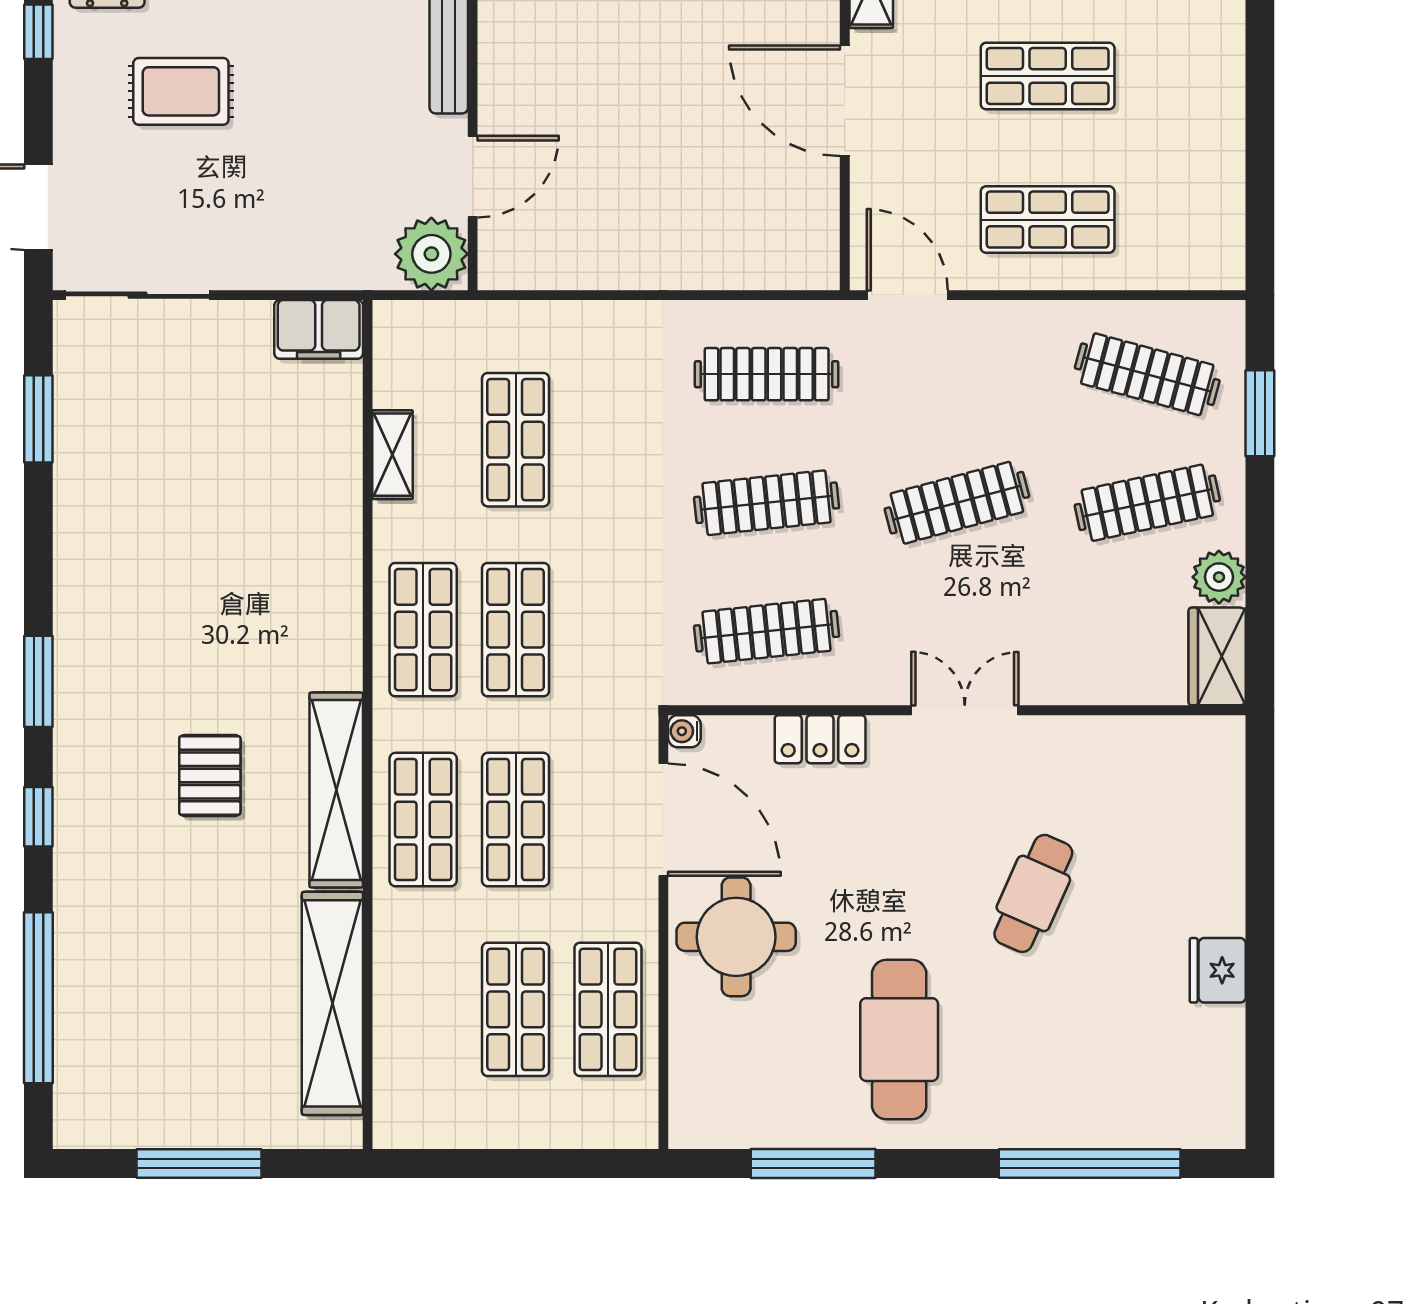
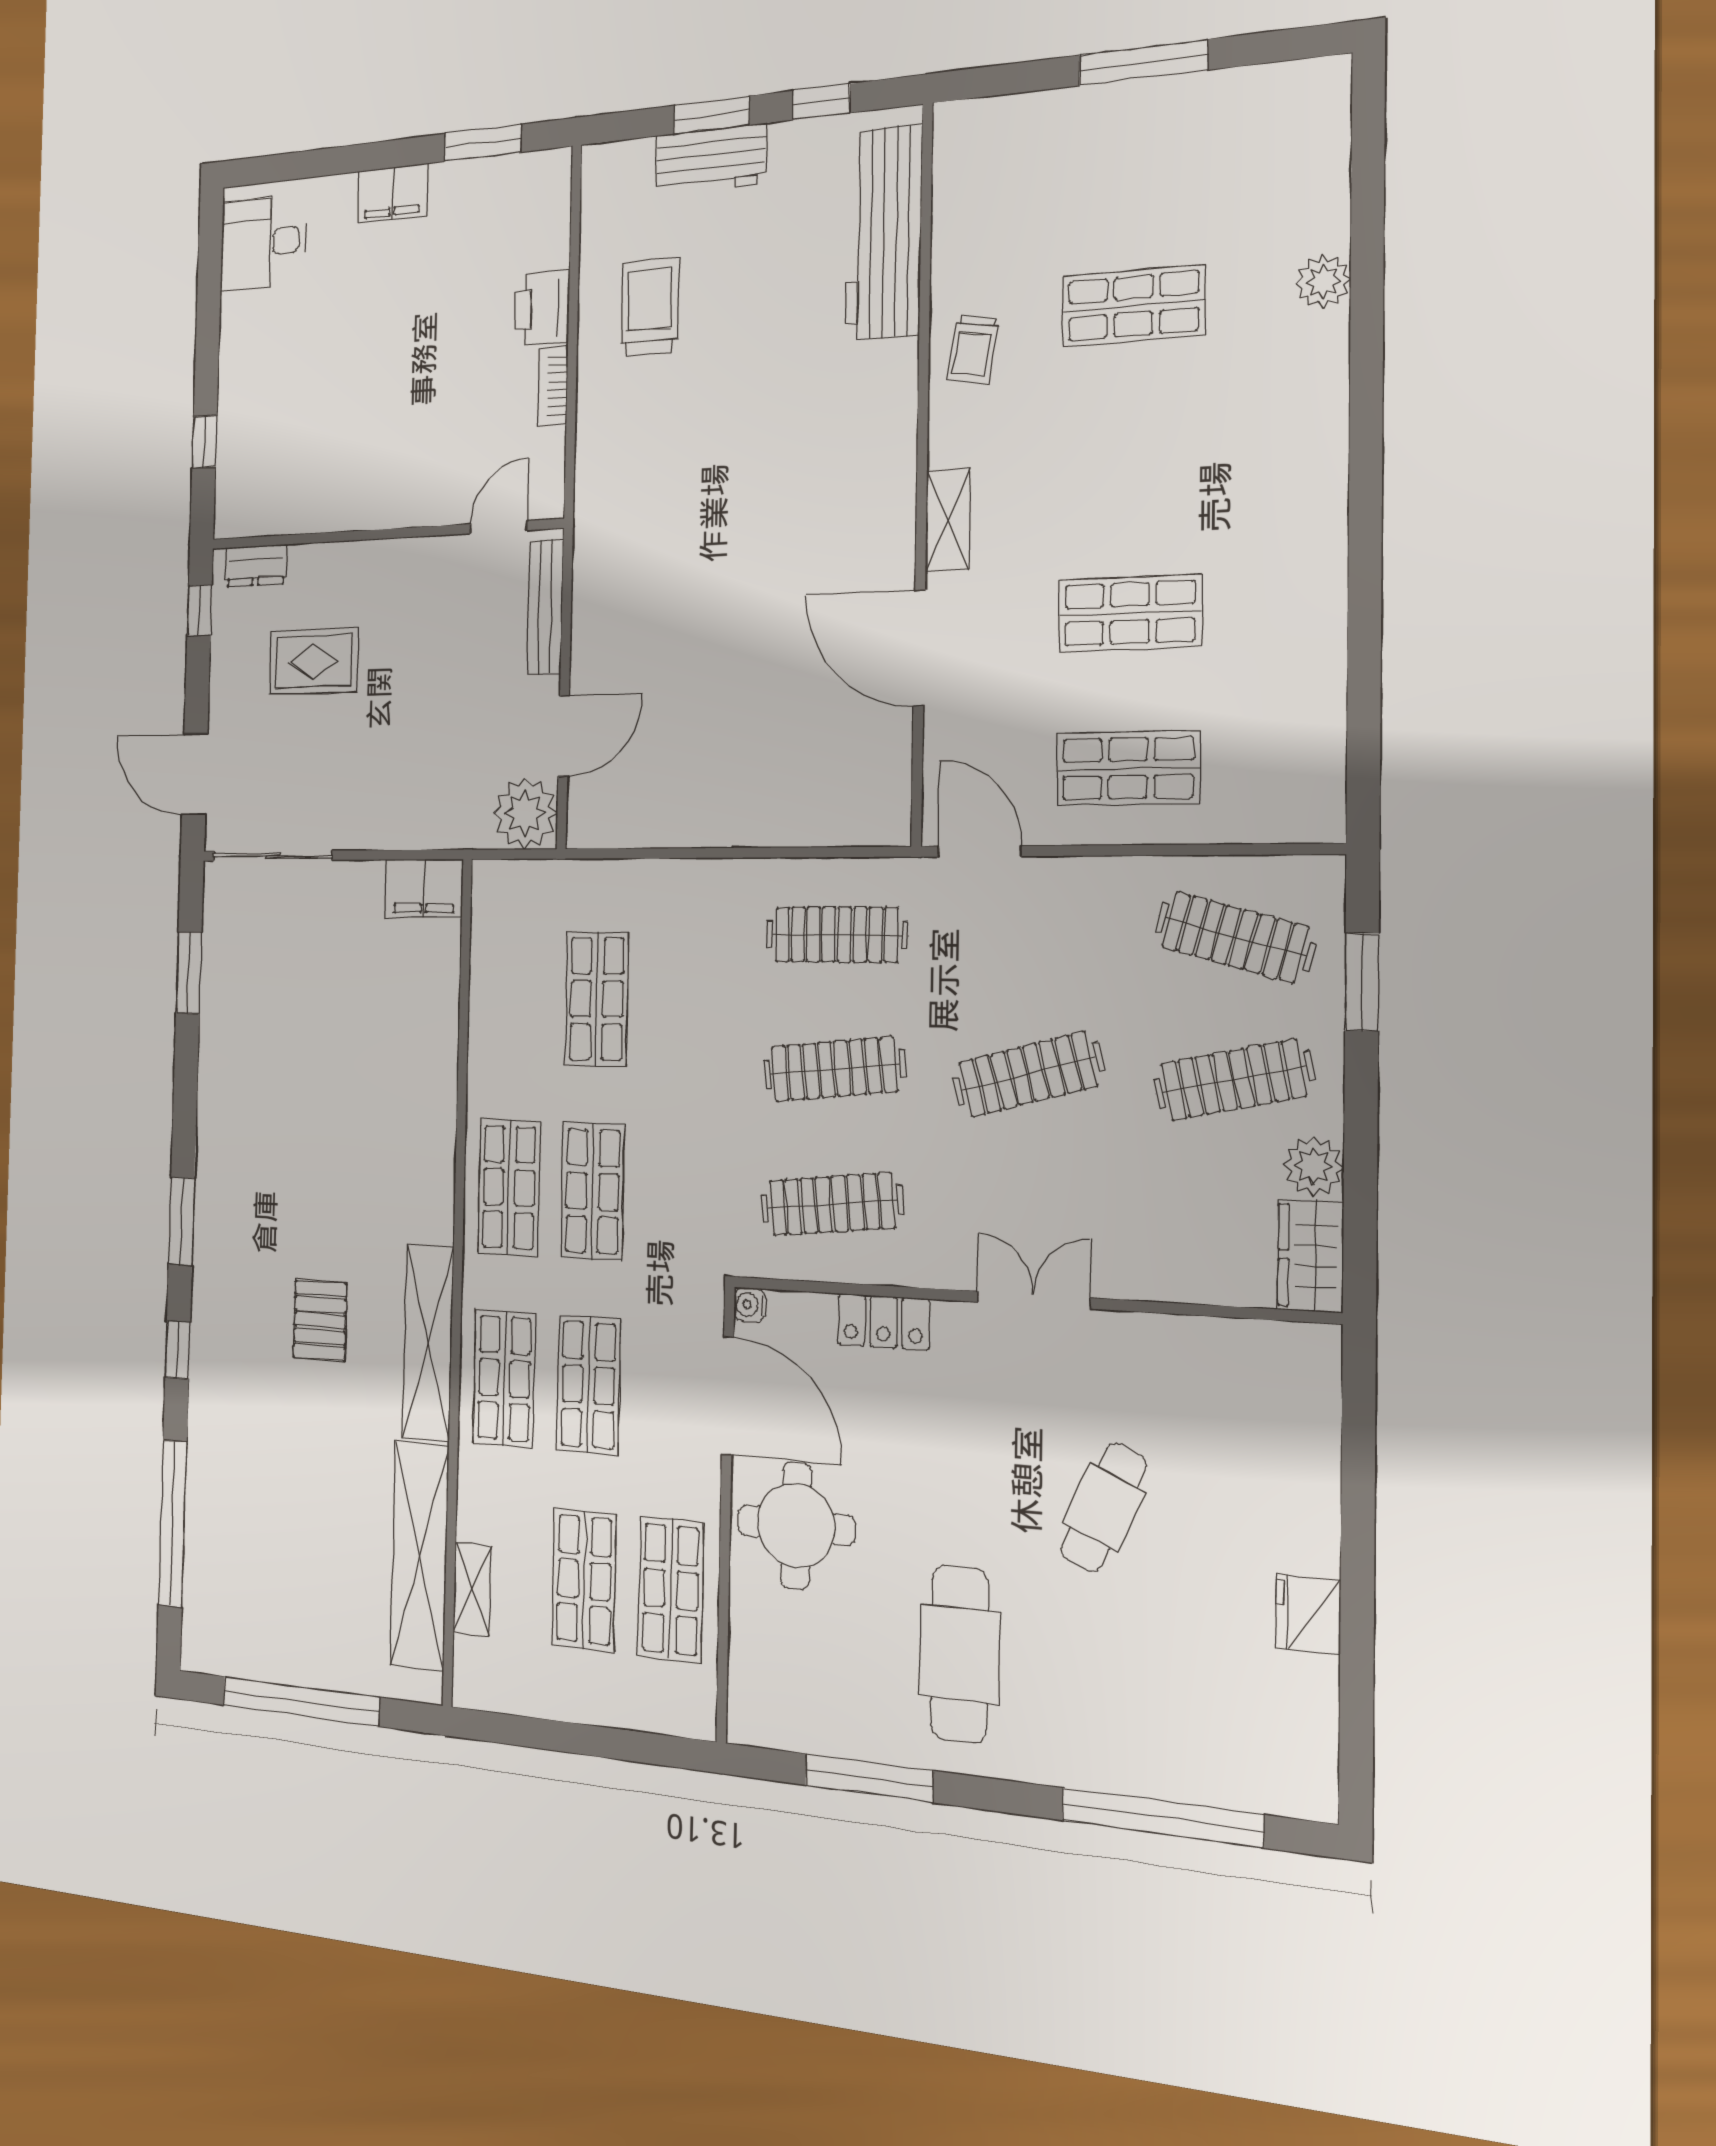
shelving: (392, 455) -> (472, 1589), moved
window: (199, 1164) -> (301, 1701), width x1.46

